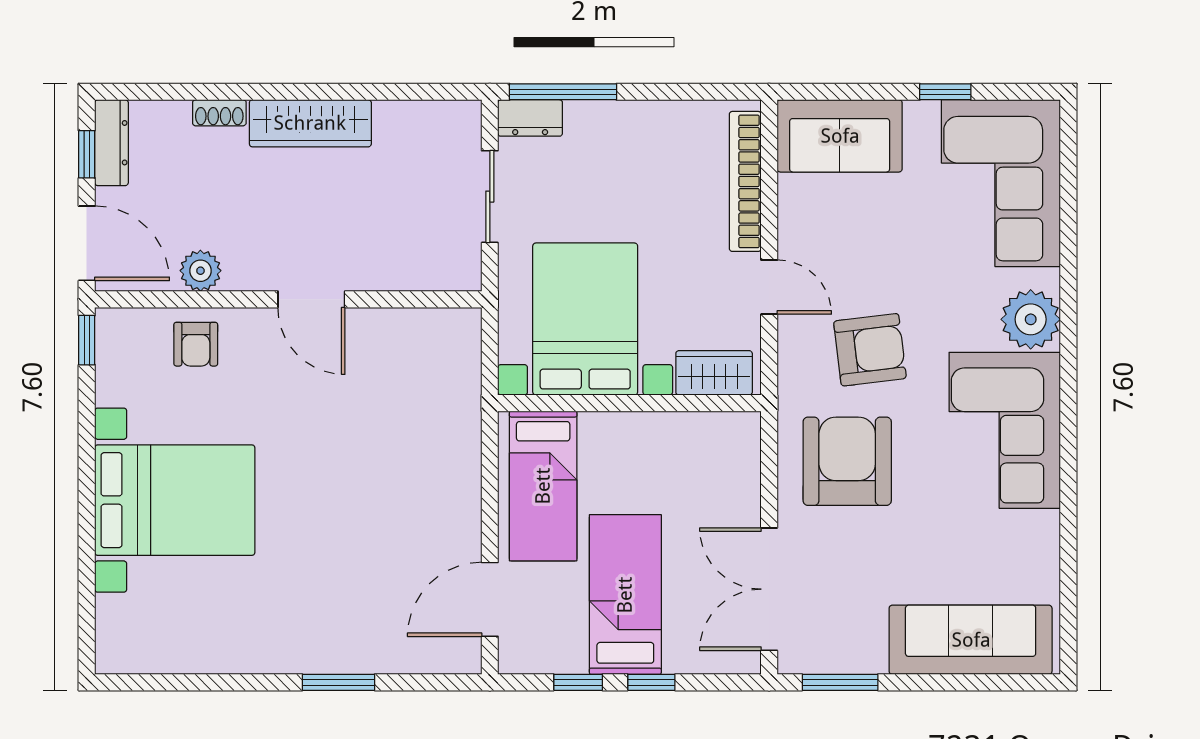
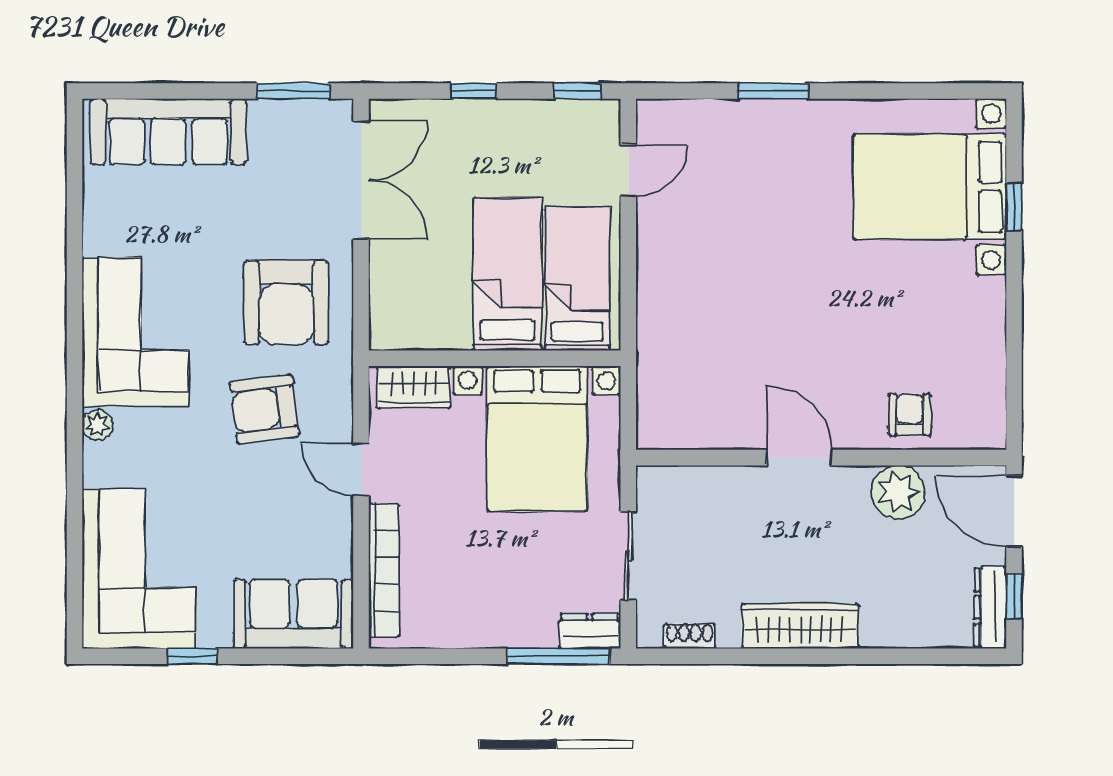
shoe rack: (219, 113) -> (690, 636), moved
plant: (200, 271) -> (898, 492), width x1.36, depth x1.36
plant: (1031, 319) -> (97, 425), width x0.53, depth x0.53
window: (87, 340) -> (1014, 207), moved
bed with nightstands: (175, 500) -> (930, 187), moved
bed: (625, 595) -> (508, 274), moved, turned 180
door: (490, 599) -> (628, 170), width x0.73
window: (578, 682) -> (577, 91), moved

